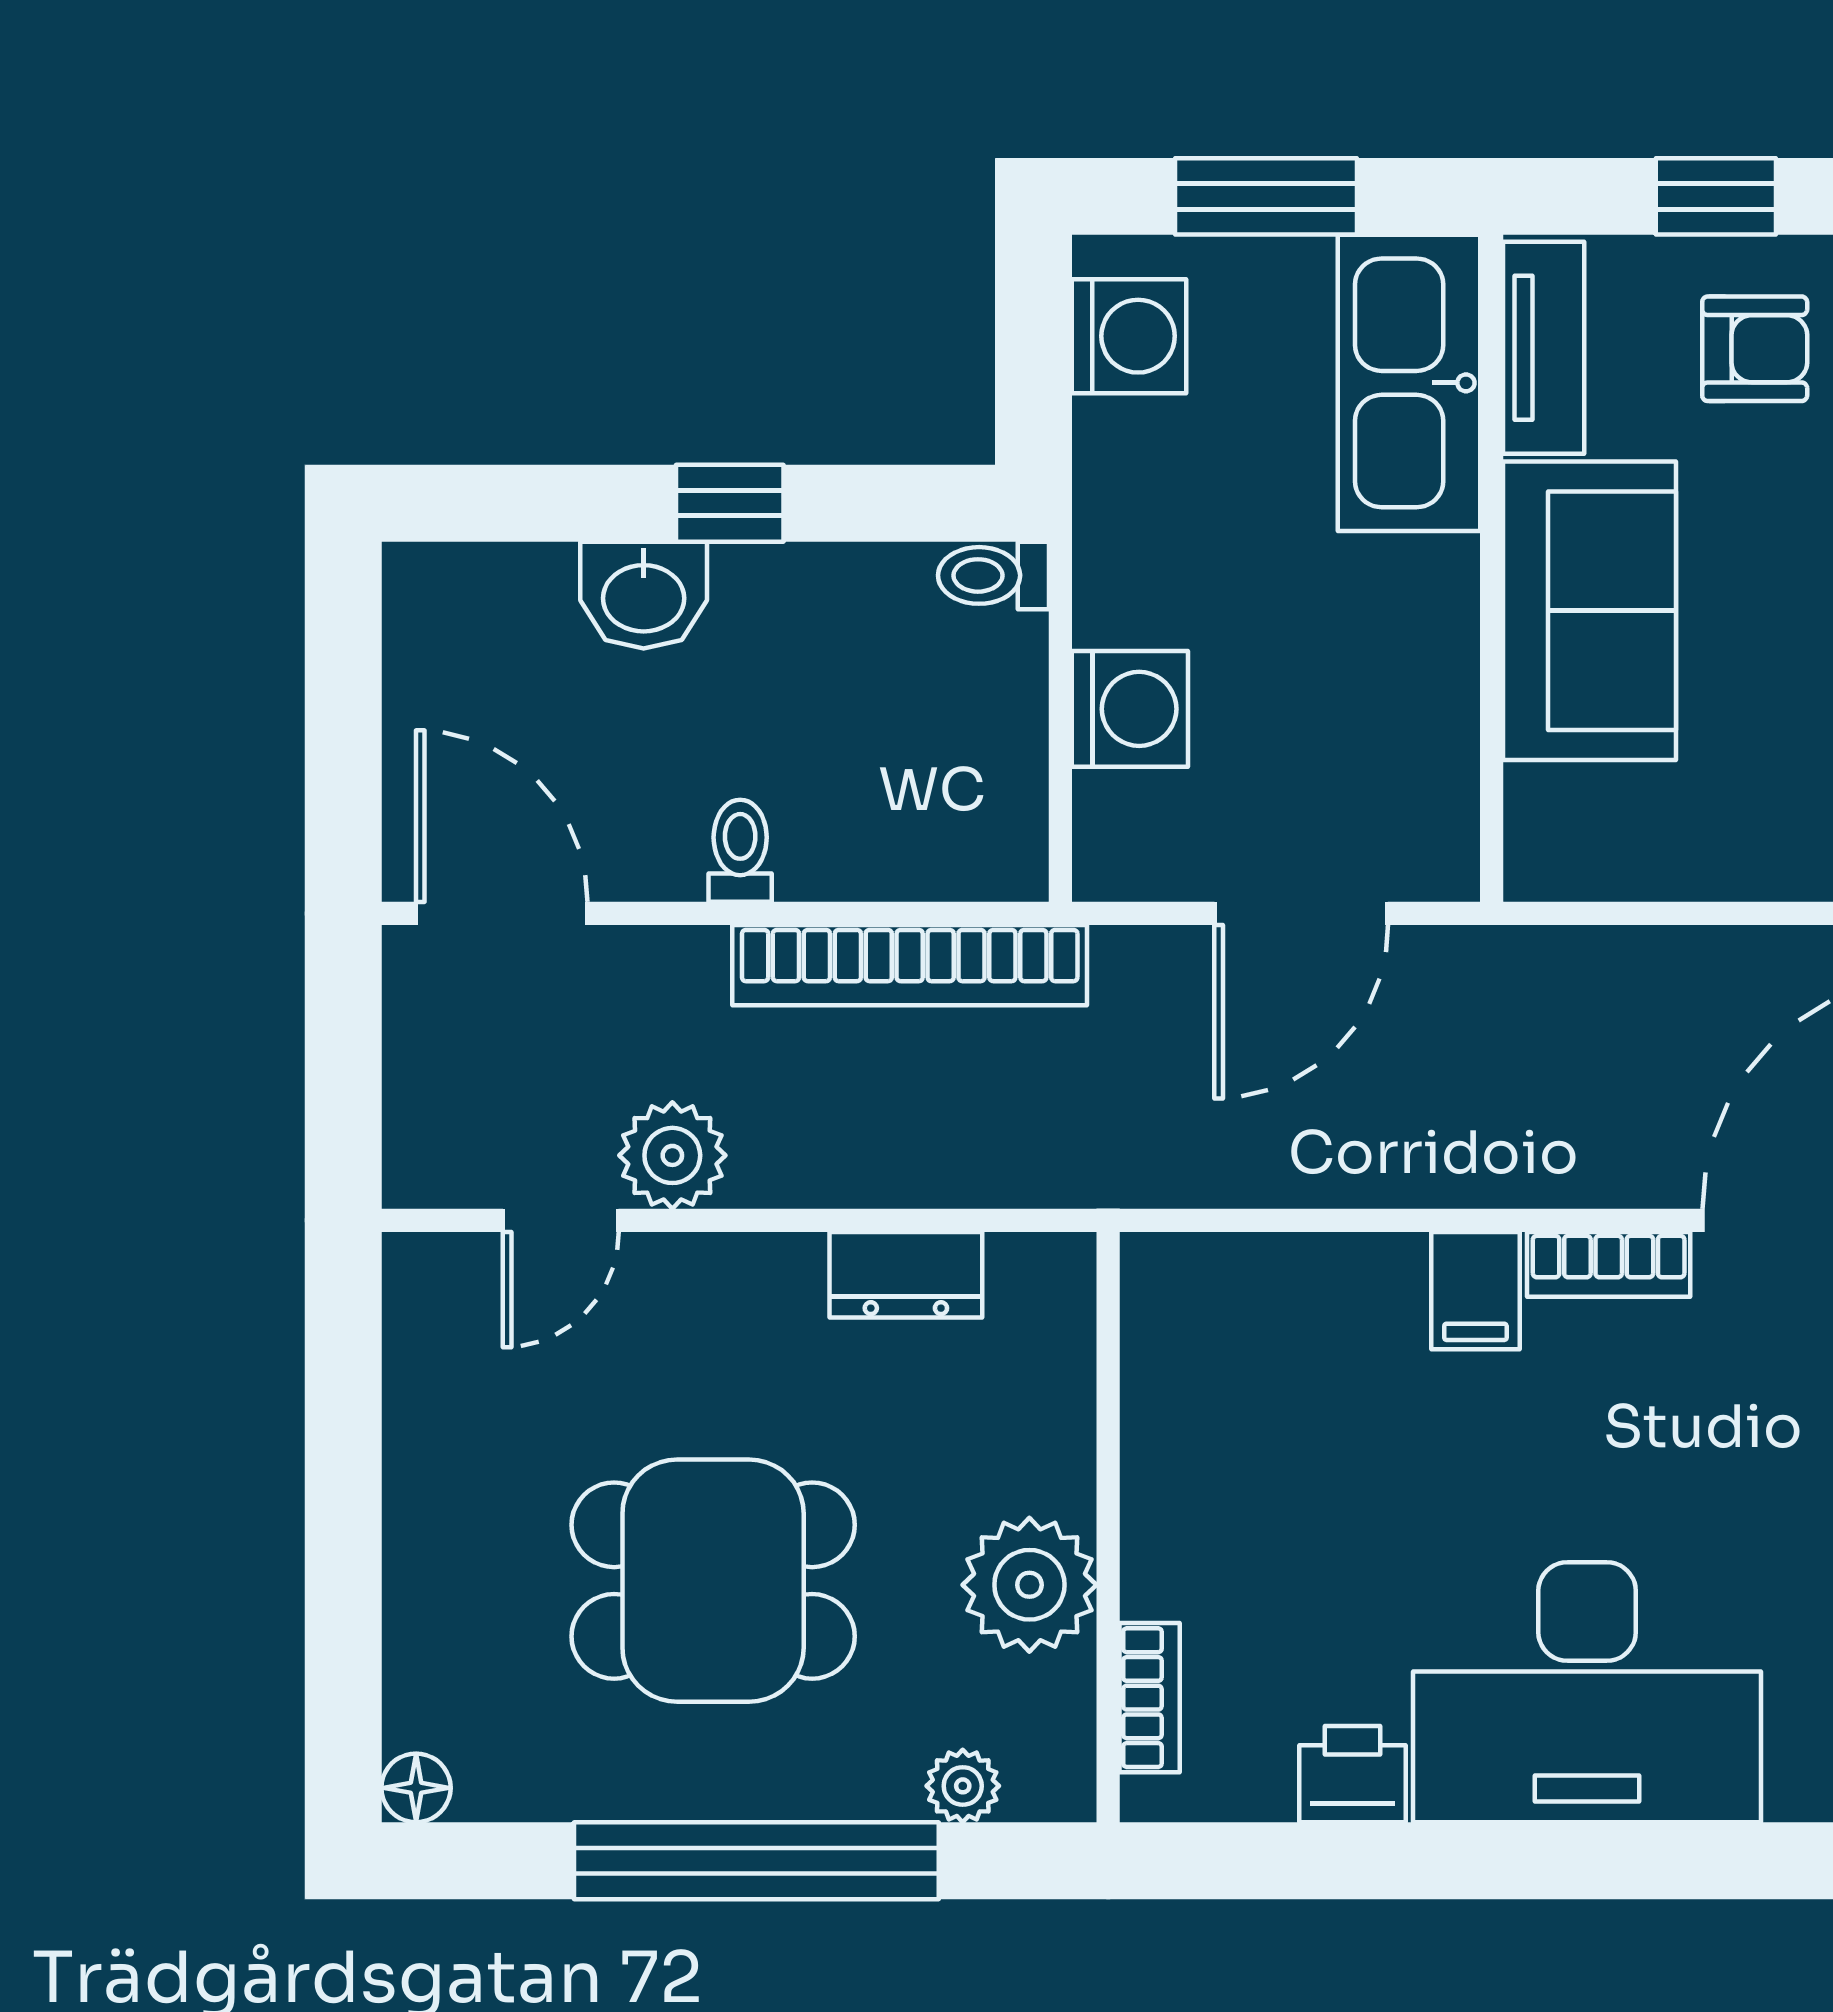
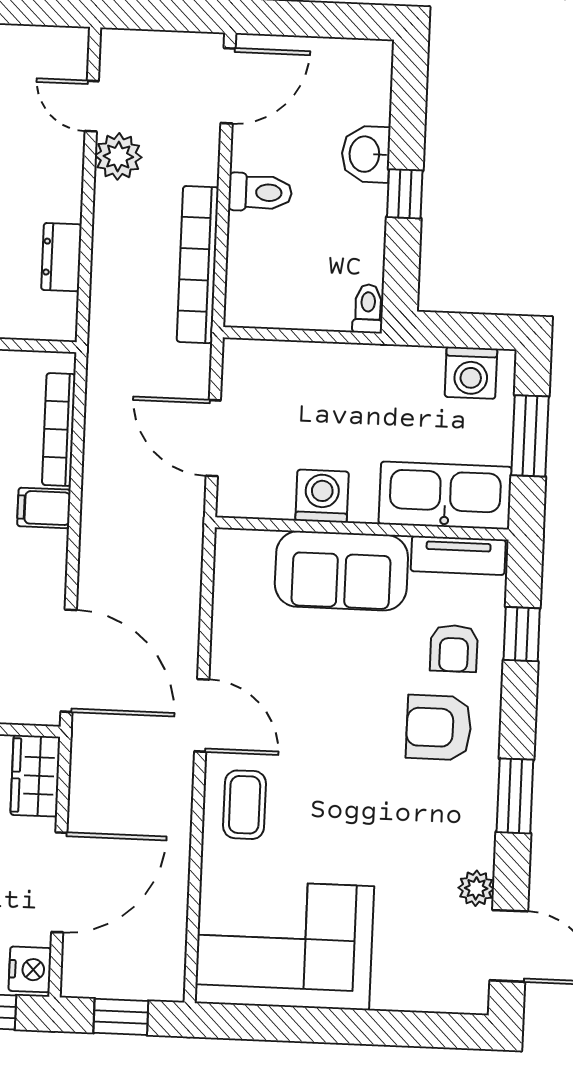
washing machine: (1130, 709) -> (322, 496), moved, turned 180
toilet: (740, 851) -> (260, 192), width x1.37, depth x1.39
bookcase: (1609, 1264) -> (59, 430), moved, width x1.56

